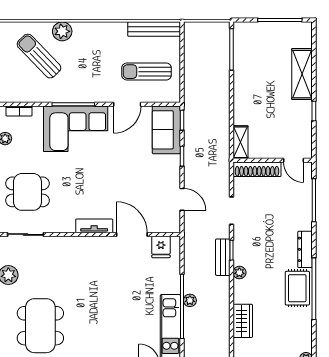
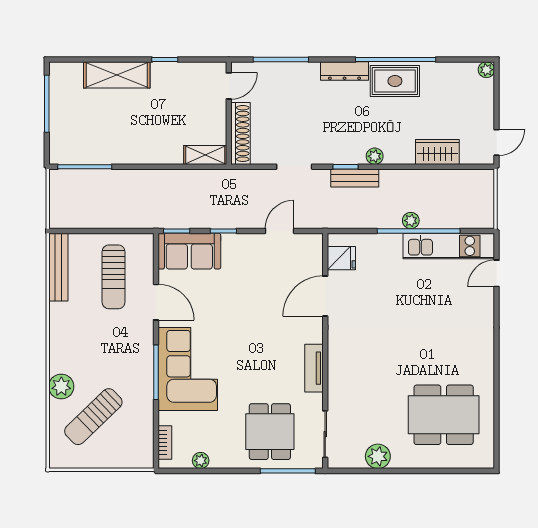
tv unit: (94, 226) -> (314, 368), moved

